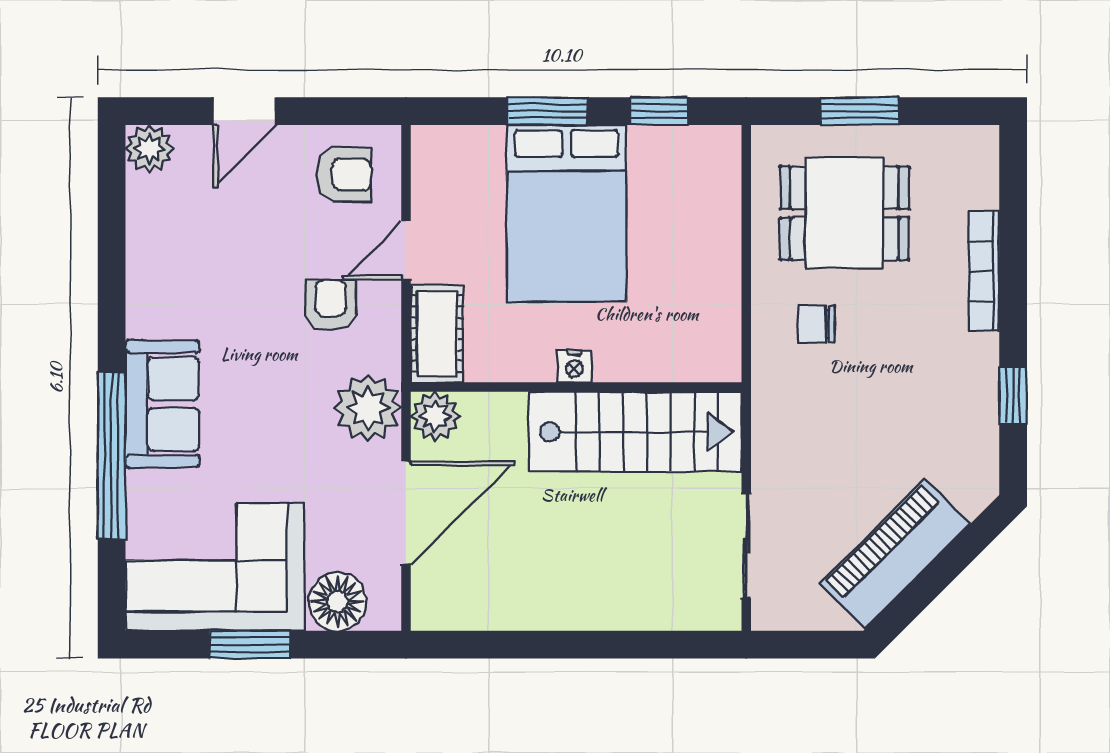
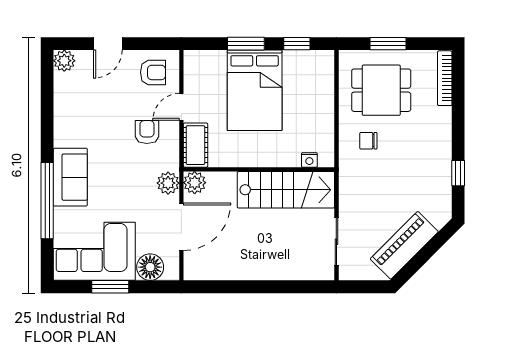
bookcase: (984, 271) -> (445, 78), moved
nightstand: (574, 366) -> (309, 160), moved
plant: (368, 408) -> (168, 183), width x0.73, depth x0.73

